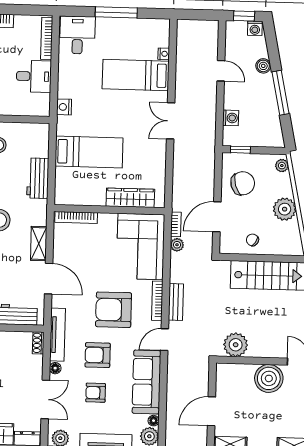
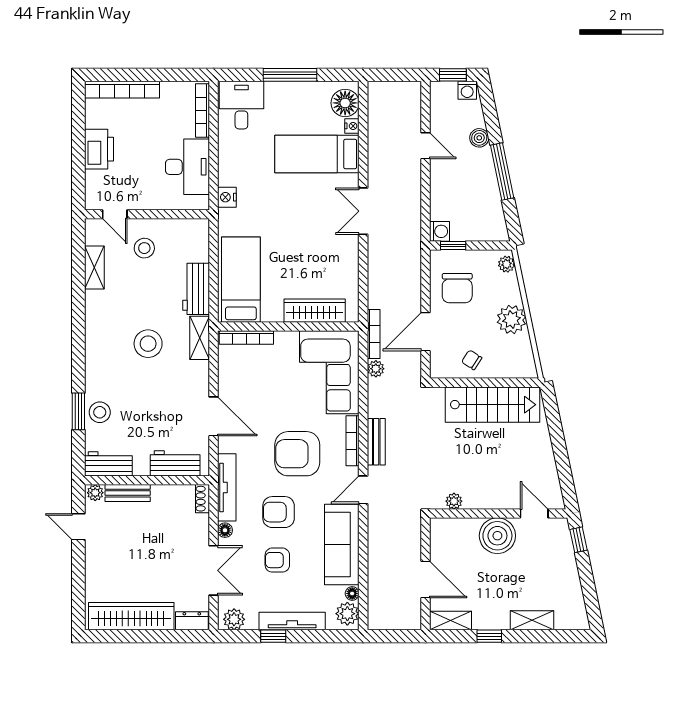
floor lamp: (159, 36) -> (345, 103), added
desk: (34, 76) -> (187, 167), width x1.37
washing machine: (231, 118) -> (440, 231), moved
bed: (89, 152) -> (241, 280), moved, turned -90
chair: (243, 183) -> (457, 288), turned 107
bookcase: (176, 224) -> (374, 334), width x1.56
shelving: (39, 244) -> (200, 338), moved
plant: (236, 345) -> (454, 501), width x0.53, depth x0.53
door: (211, 411) -> (426, 580), swing flipped

